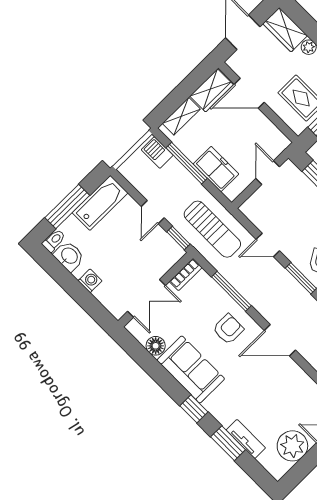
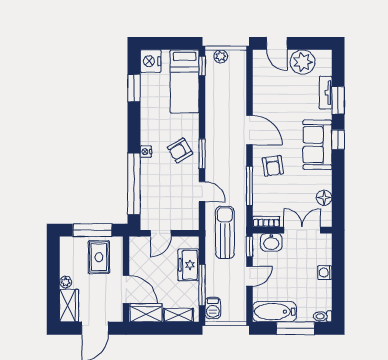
washbasin: (69, 256) -> (271, 242), moved, turned -90
armchair: (228, 329) -> (273, 166), turned -98
sofa: (191, 369) -> (317, 145), moved

